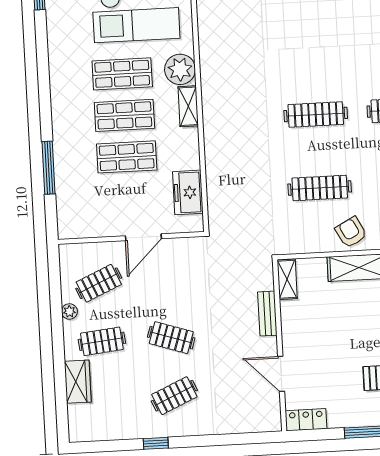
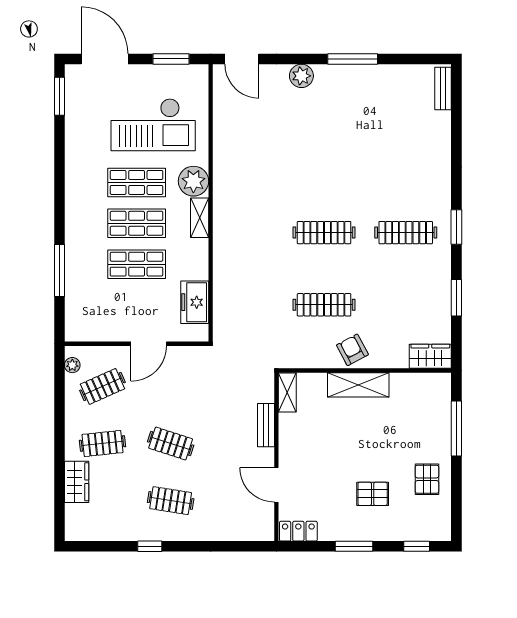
plant: (69, 311) -> (72, 365), moved
clothes rail: (174, 396) -> (171, 501), turned 33

